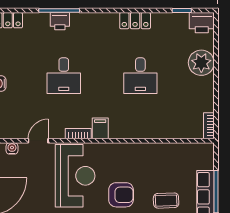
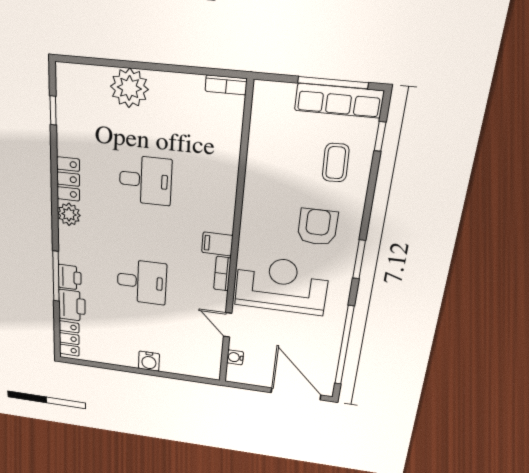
plant: (109, 21) -> (69, 214), added
printer: (202, 23) -> (72, 305), moved

